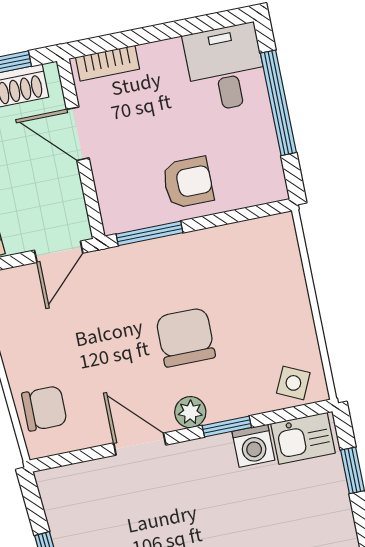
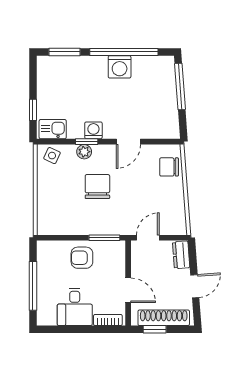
desk: (226, 68) -> (75, 307), moved
chair: (186, 337) -> (97, 187), turned 180
plant: (190, 412) -> (84, 152), moved
door: (140, 444) -> (128, 142), hinge flipped
washing machine: (253, 446) -> (93, 130), moved

